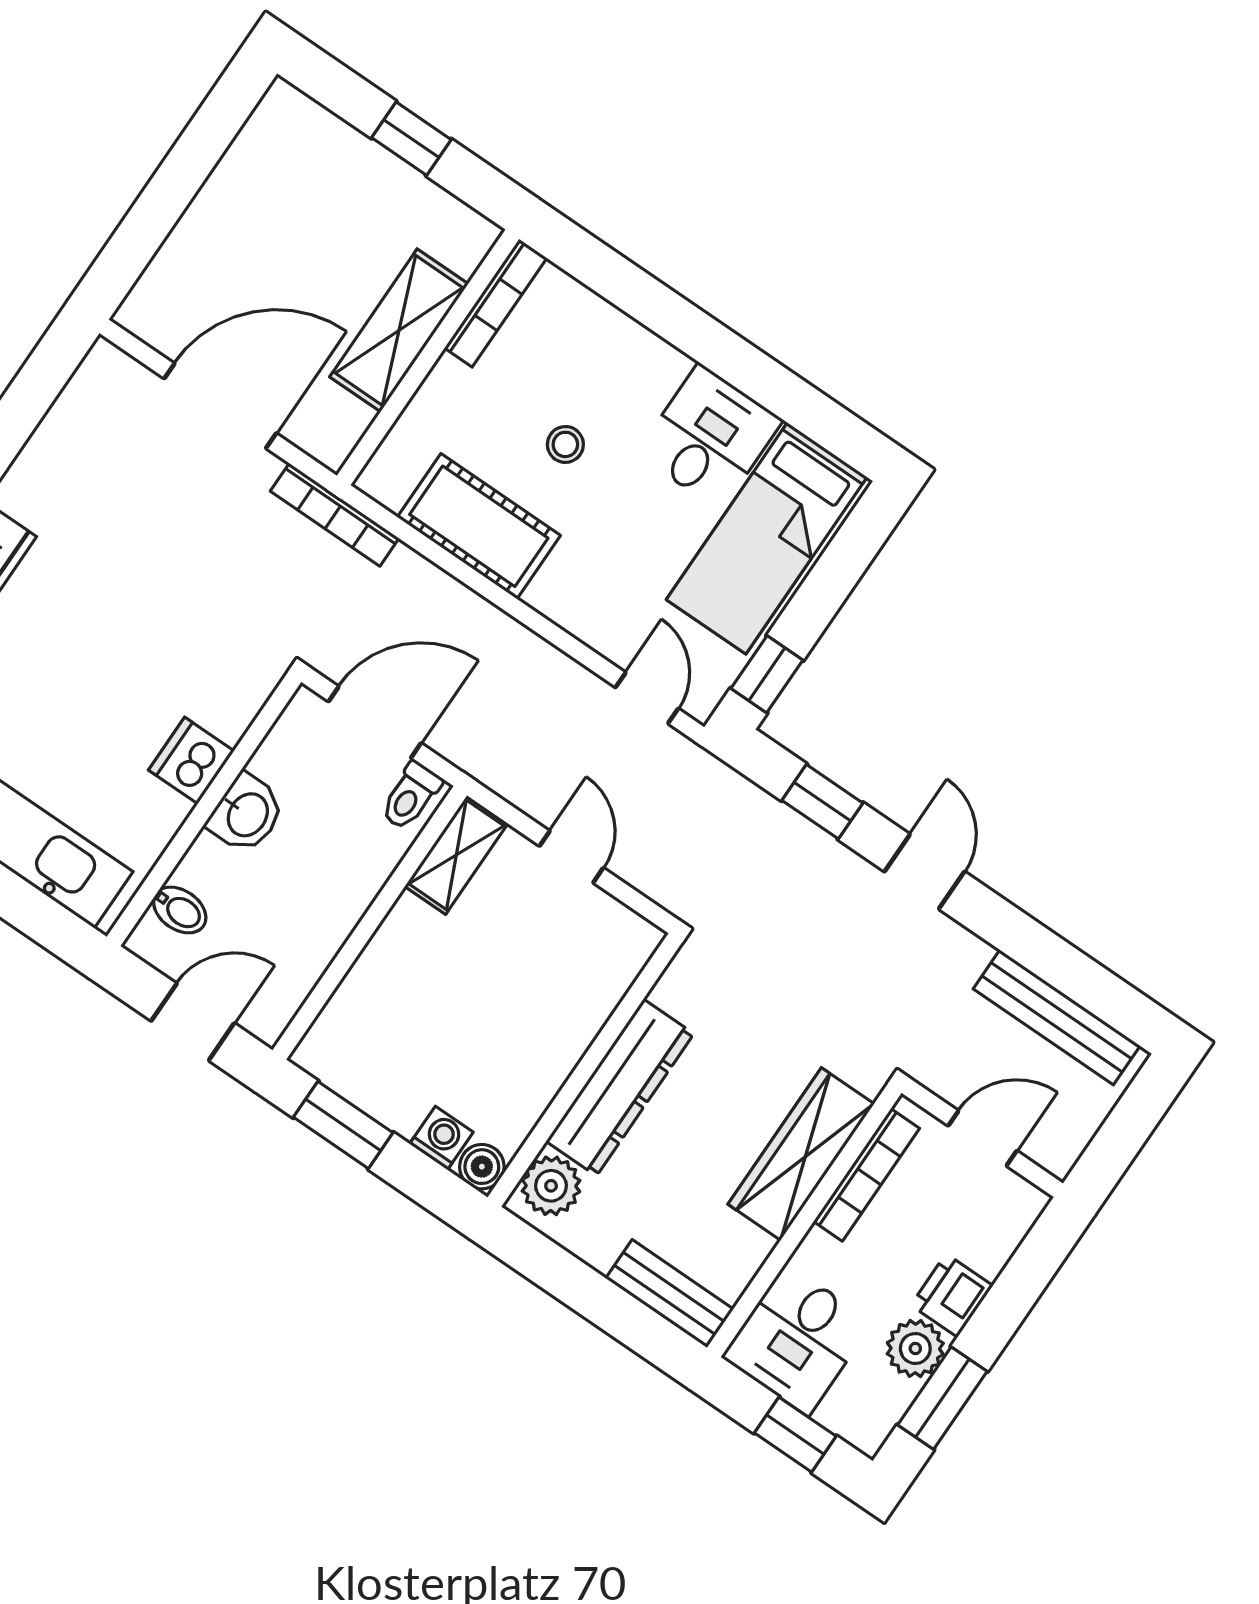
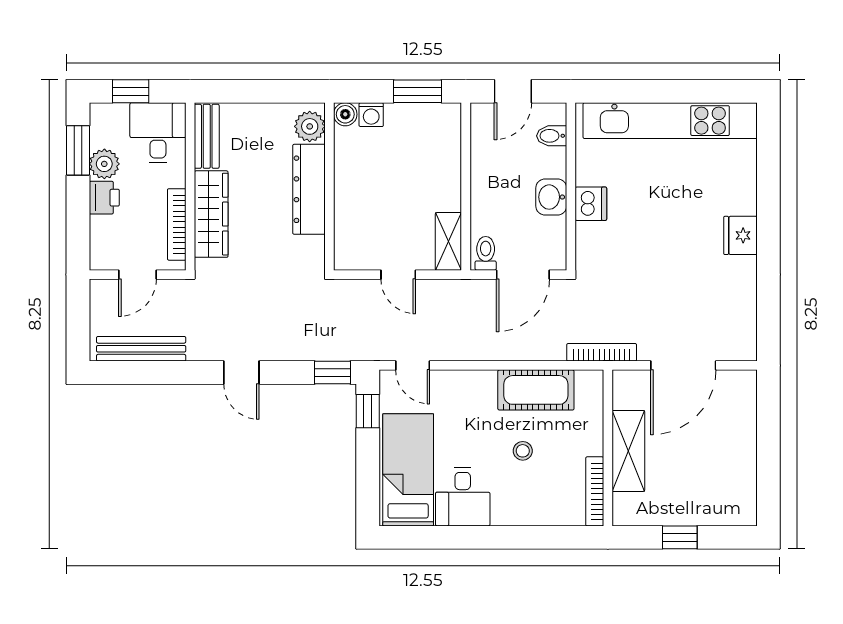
window: (822, 802) -> (333, 373), moved
bench: (670, 1294) -> (207, 136), moved, turned 90

